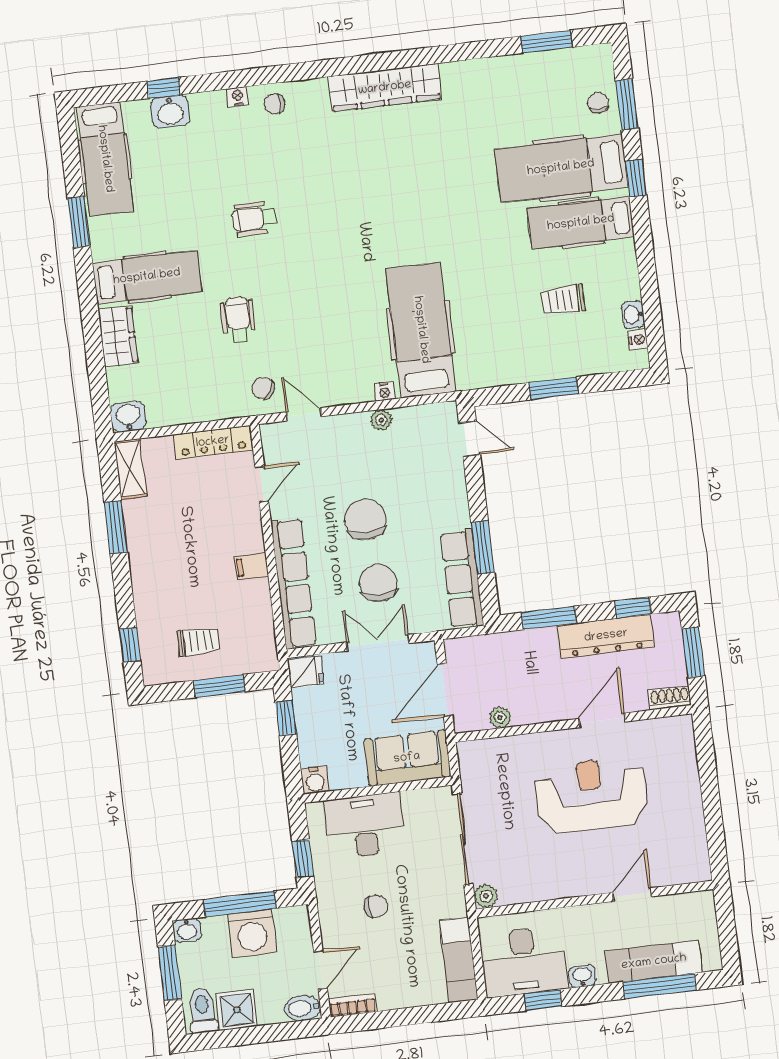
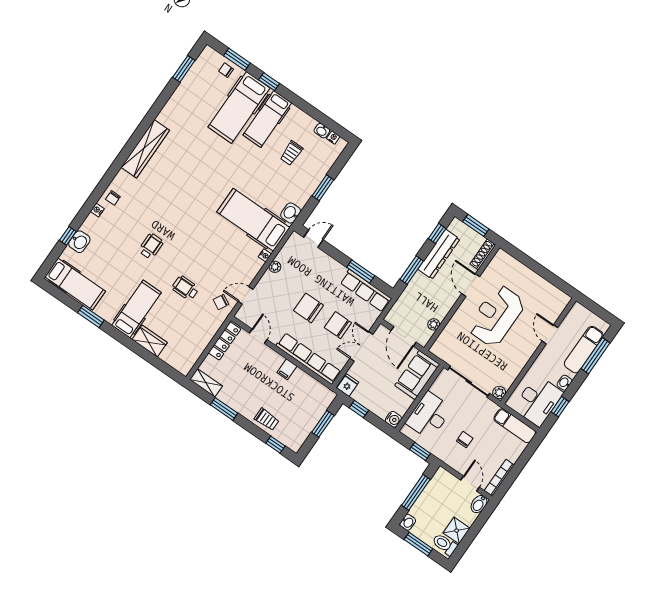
wheelchair: (254, 219) -> (151, 246), turned 180
washbasin: (128, 417) -> (291, 213), moved
trolley: (198, 641) -> (267, 419), moved, turned 90
shoe rack: (670, 698) -> (483, 254), width x1.43
washing machine: (252, 933) -> (432, 498), removed
bookcase: (352, 1005) -> (499, 478), width x1.56

